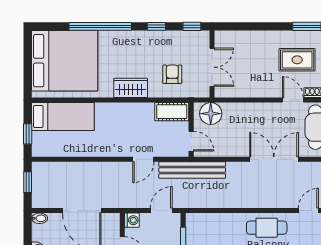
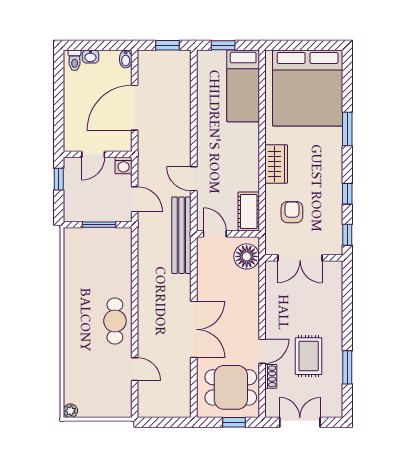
window: (100, 26) -> (347, 129), width x0.47
armchair: (172, 74) -> (292, 212), turned -90
door: (191, 141) -> (215, 234), swing flipped

